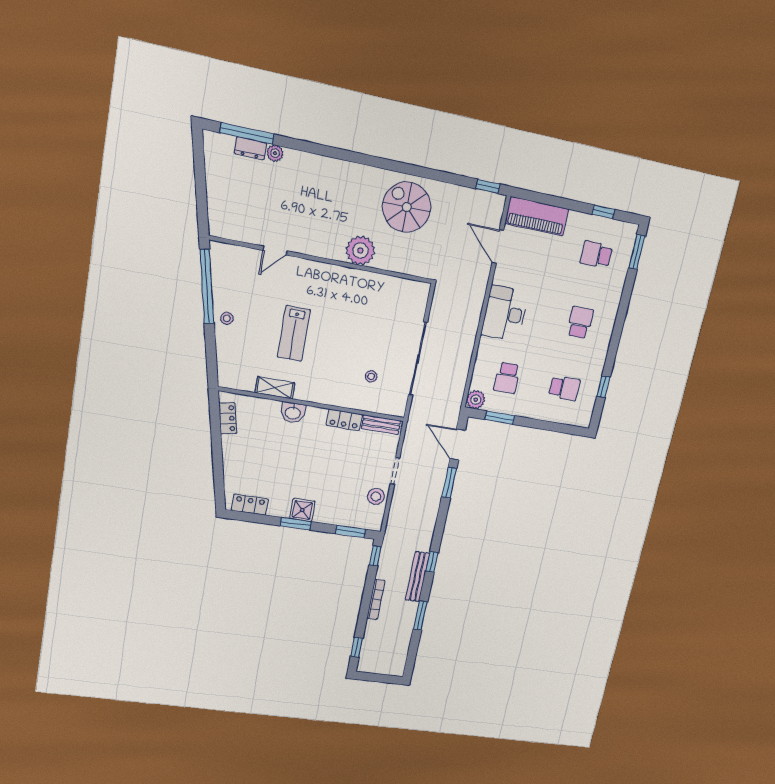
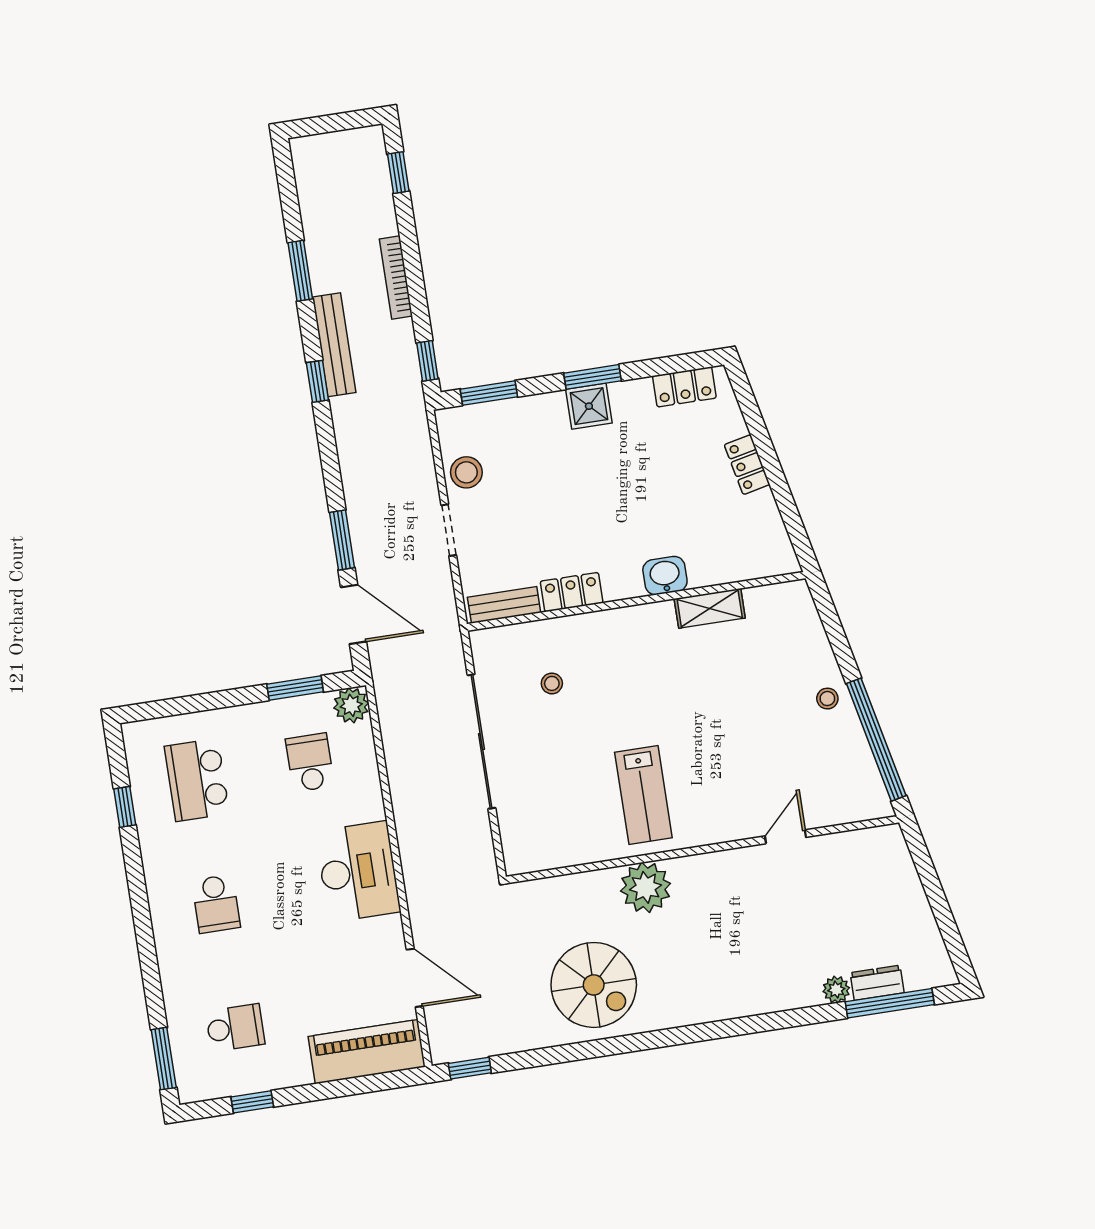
lab bench: (294, 333) -> (643, 795), moved, turned 180
school desk: (564, 388) -> (197, 780), width x1.85
locker: (228, 418) -> (747, 465), moved

